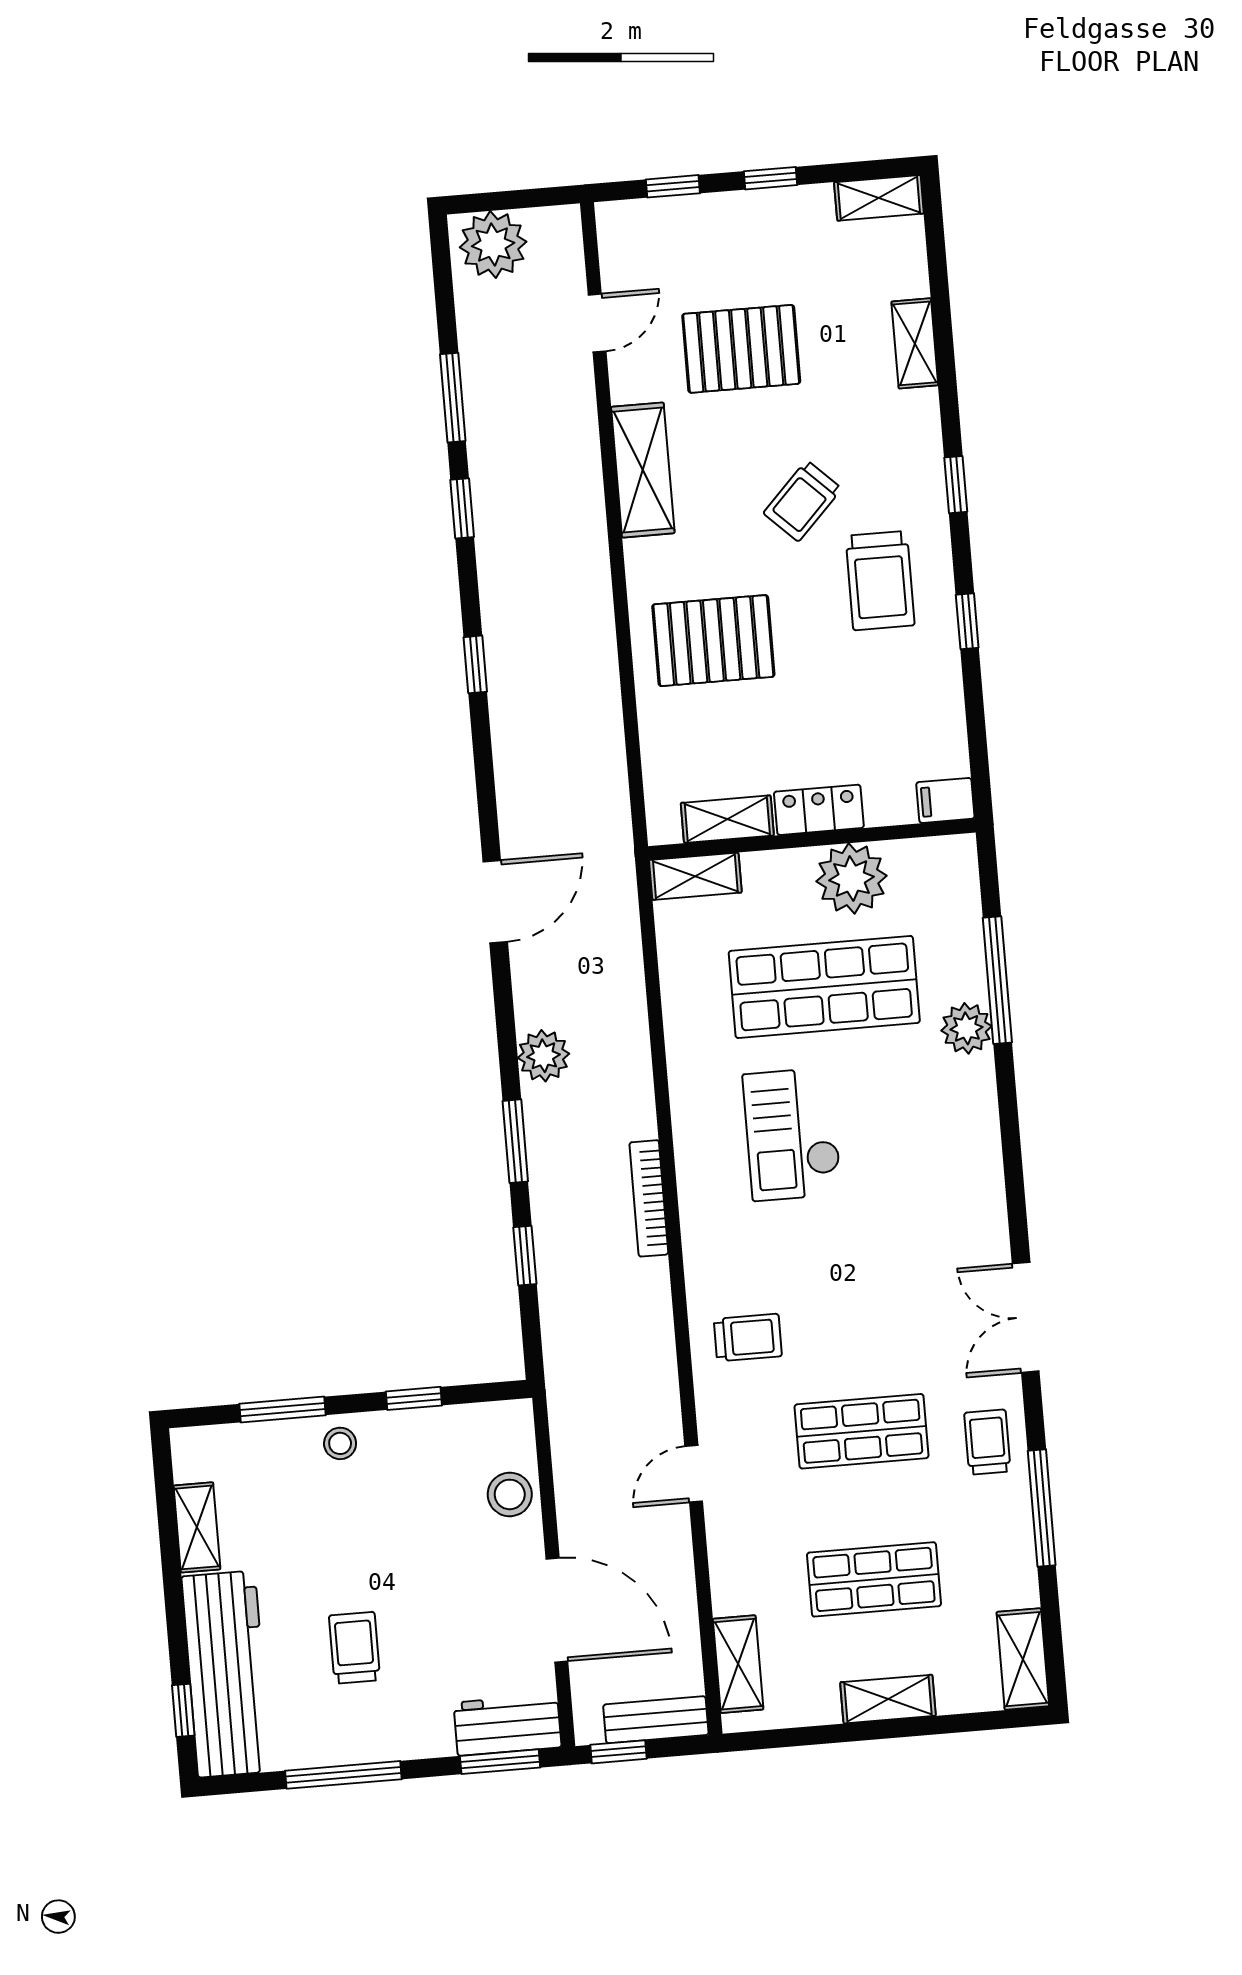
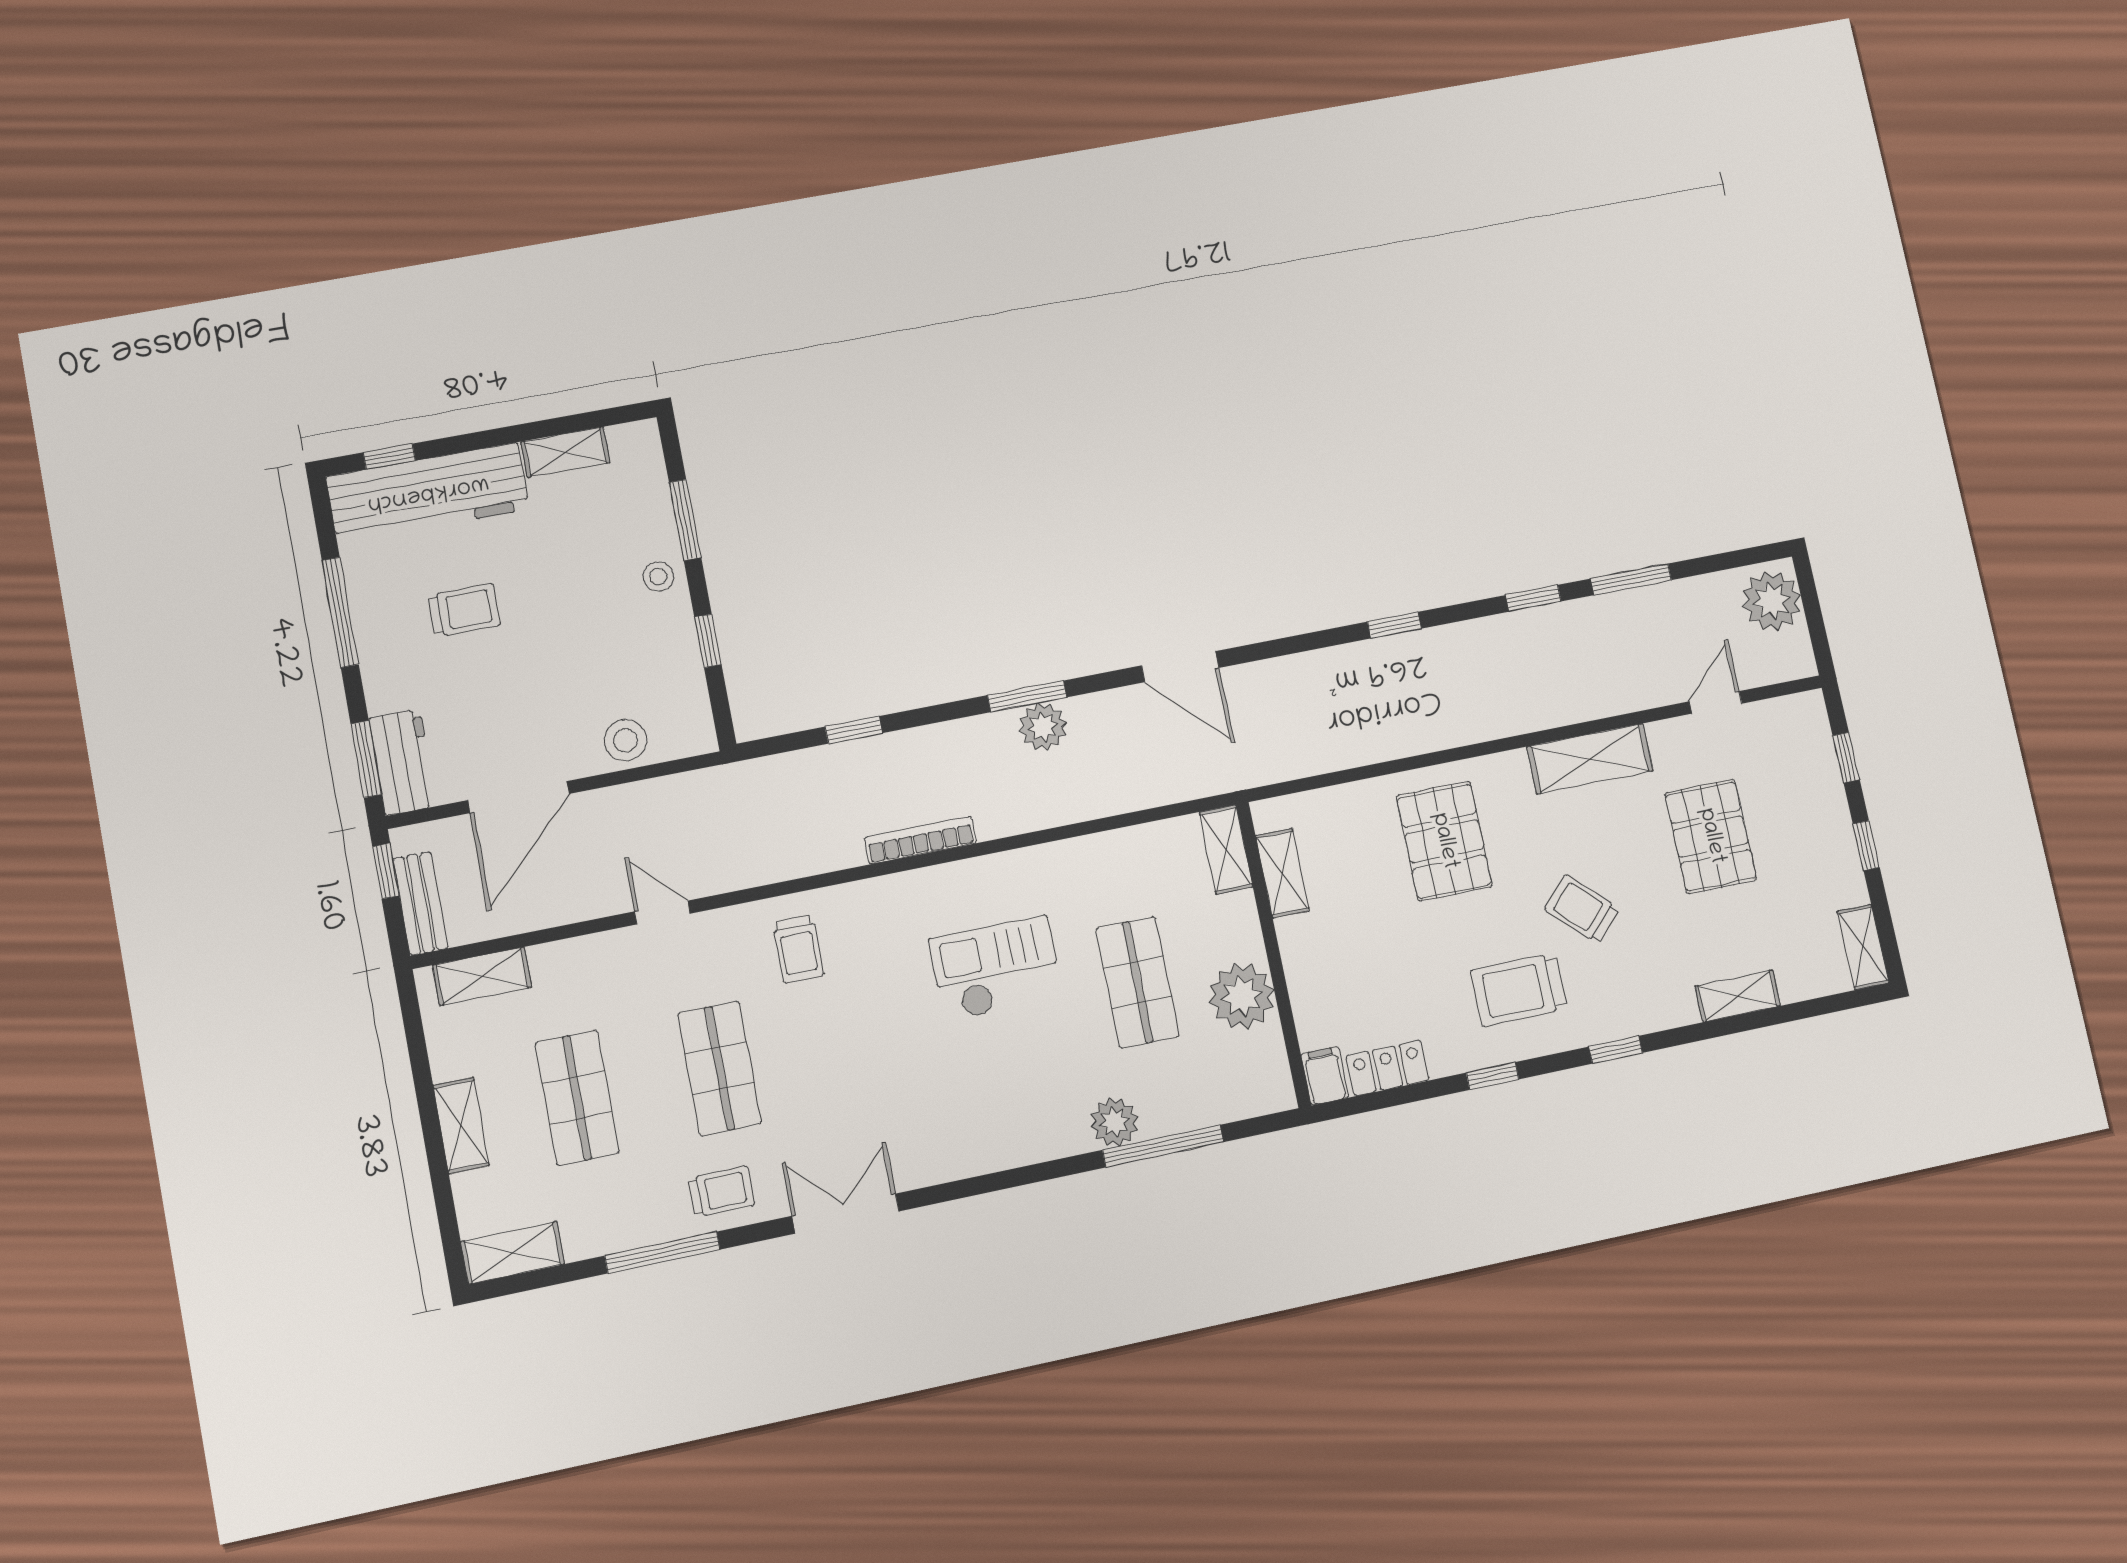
door: (597, 323) -> (1715, 702), swing flipped
locker: (819, 810) -> (1388, 1068), moved, turned -90
shop shelf: (824, 987) -> (1138, 982), width x0.70, depth x0.74
window: (515, 1141) -> (1027, 696), moved

